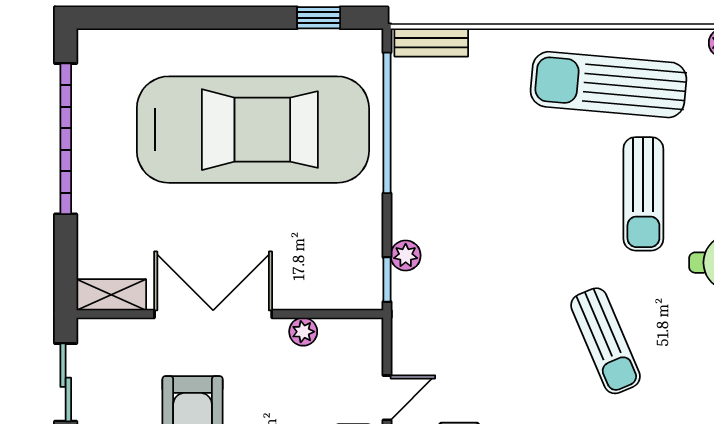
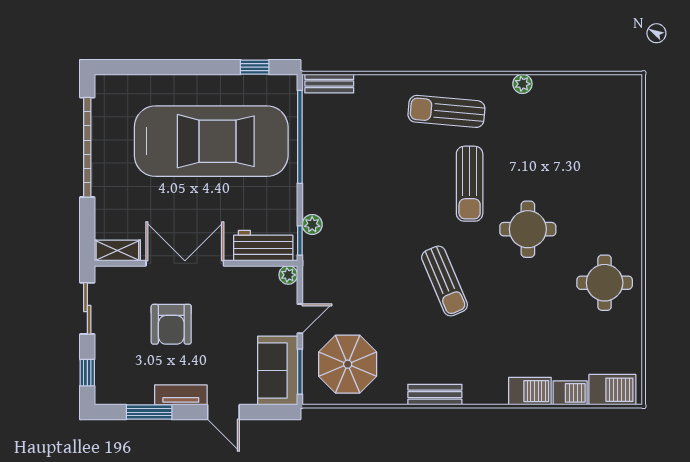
sun lounger: (608, 85) -> (446, 111), width x0.73, depth x0.75
workbench: (332, 287) -> (263, 246), added
plant: (303, 332) -> (288, 275), moved

